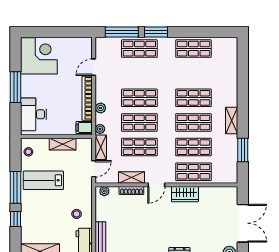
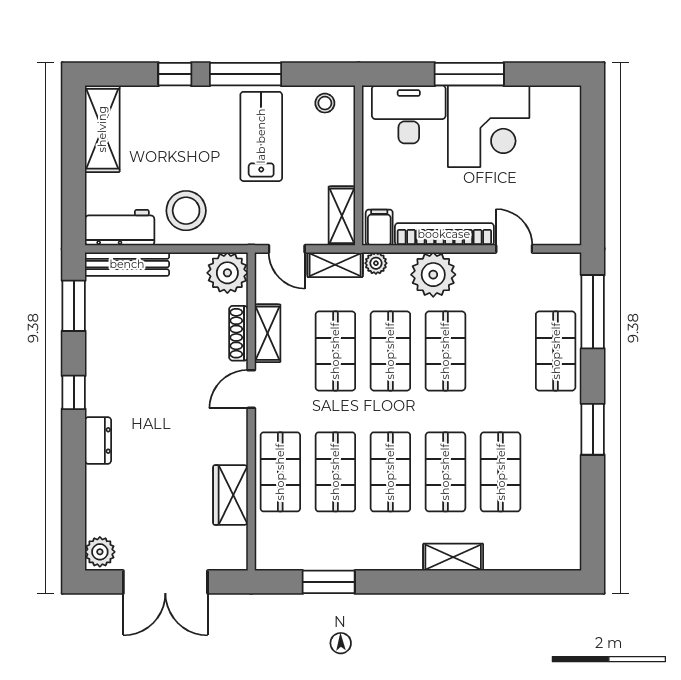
window: (156, 32) -> (593, 429), moved
shop shelf: (193, 49) -> (501, 472), moved
corner desk: (39, 56) -> (489, 126), moved
plant: (101, 108) -> (433, 275), width x1.88, depth x1.88
shelving: (232, 121) -> (453, 557), moved
shelving: (63, 144) -> (342, 216), moved
door: (156, 185) -> (251, 389), hinge flipped
plant: (104, 191) -> (227, 273), width x1.87, depth x1.87
wardrobe: (185, 194) -> (230, 495), moved
stool: (77, 214) -> (186, 211), width x1.89, depth x1.89

